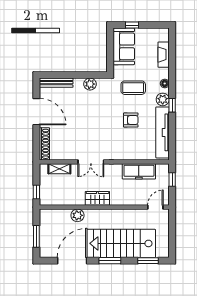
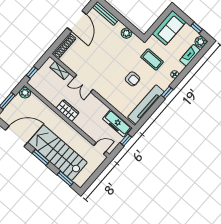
window: (132, 25) -> (196, 28), moved
plant: (163, 99) -> (201, 42), moved
freezer: (139, 171) -> (117, 123), moved
plant: (77, 215) -> (25, 93), moved

